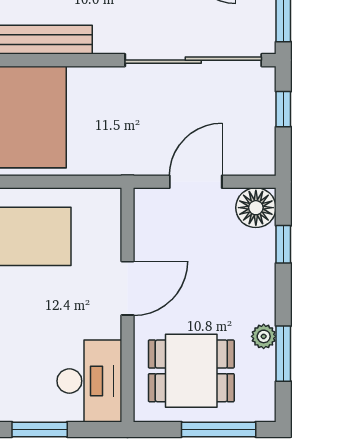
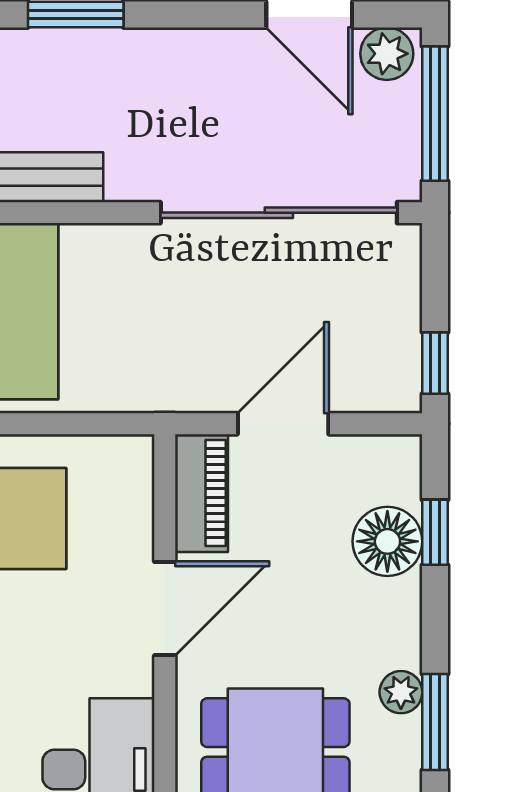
window: (283, 109) -> (435, 363), moved
floor lamp: (256, 208) -> (387, 541), moved
piano: (149, 222) -> (201, 493), added

